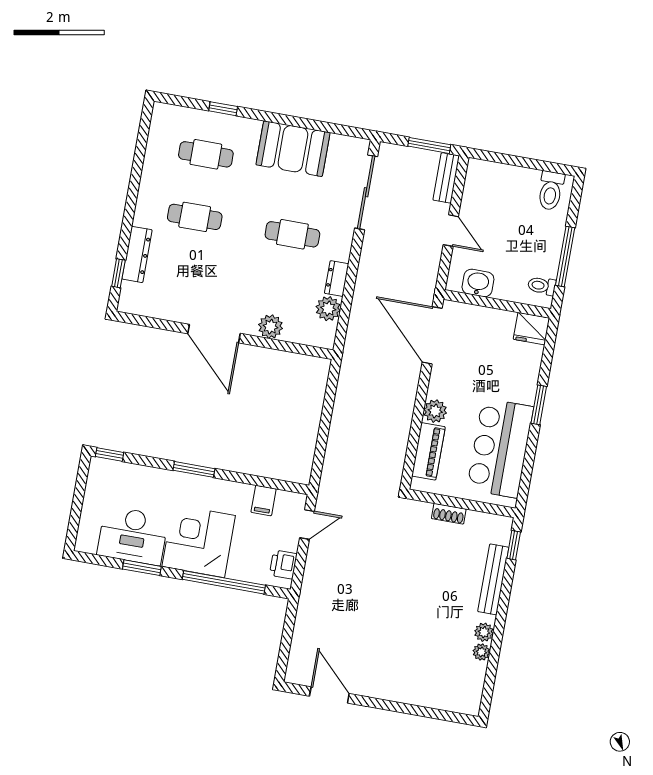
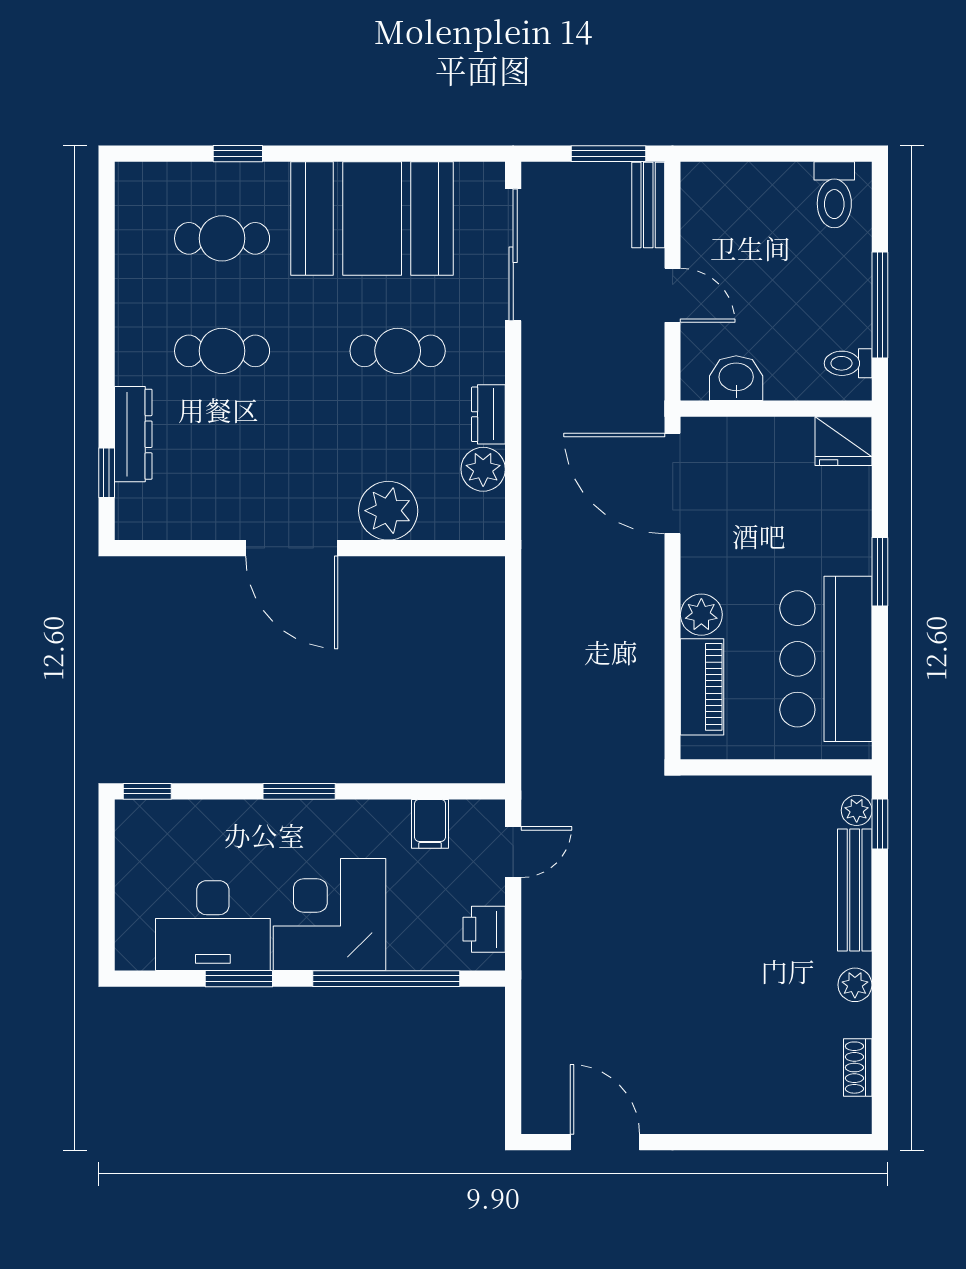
booth: (293, 149) -> (372, 218), width x1.36, depth x1.42
plant: (271, 327) -> (388, 511), width x1.36, depth x1.36
shoe rack: (449, 514) -> (858, 1068), moved, turned 90
plant: (481, 652) -> (857, 810), moved

